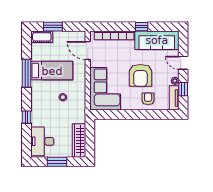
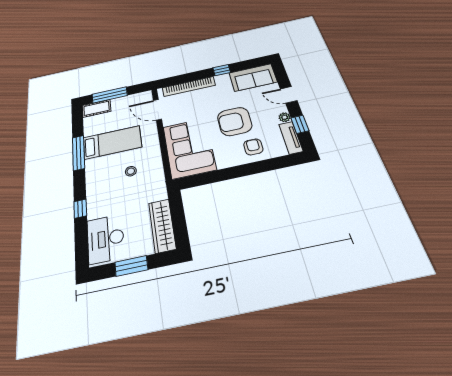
window: (53, 27) -> (110, 95), width x1.44
sofa: (157, 40) -> (253, 77), width x0.73
armchair: (141, 75) -> (235, 121), turned 90

